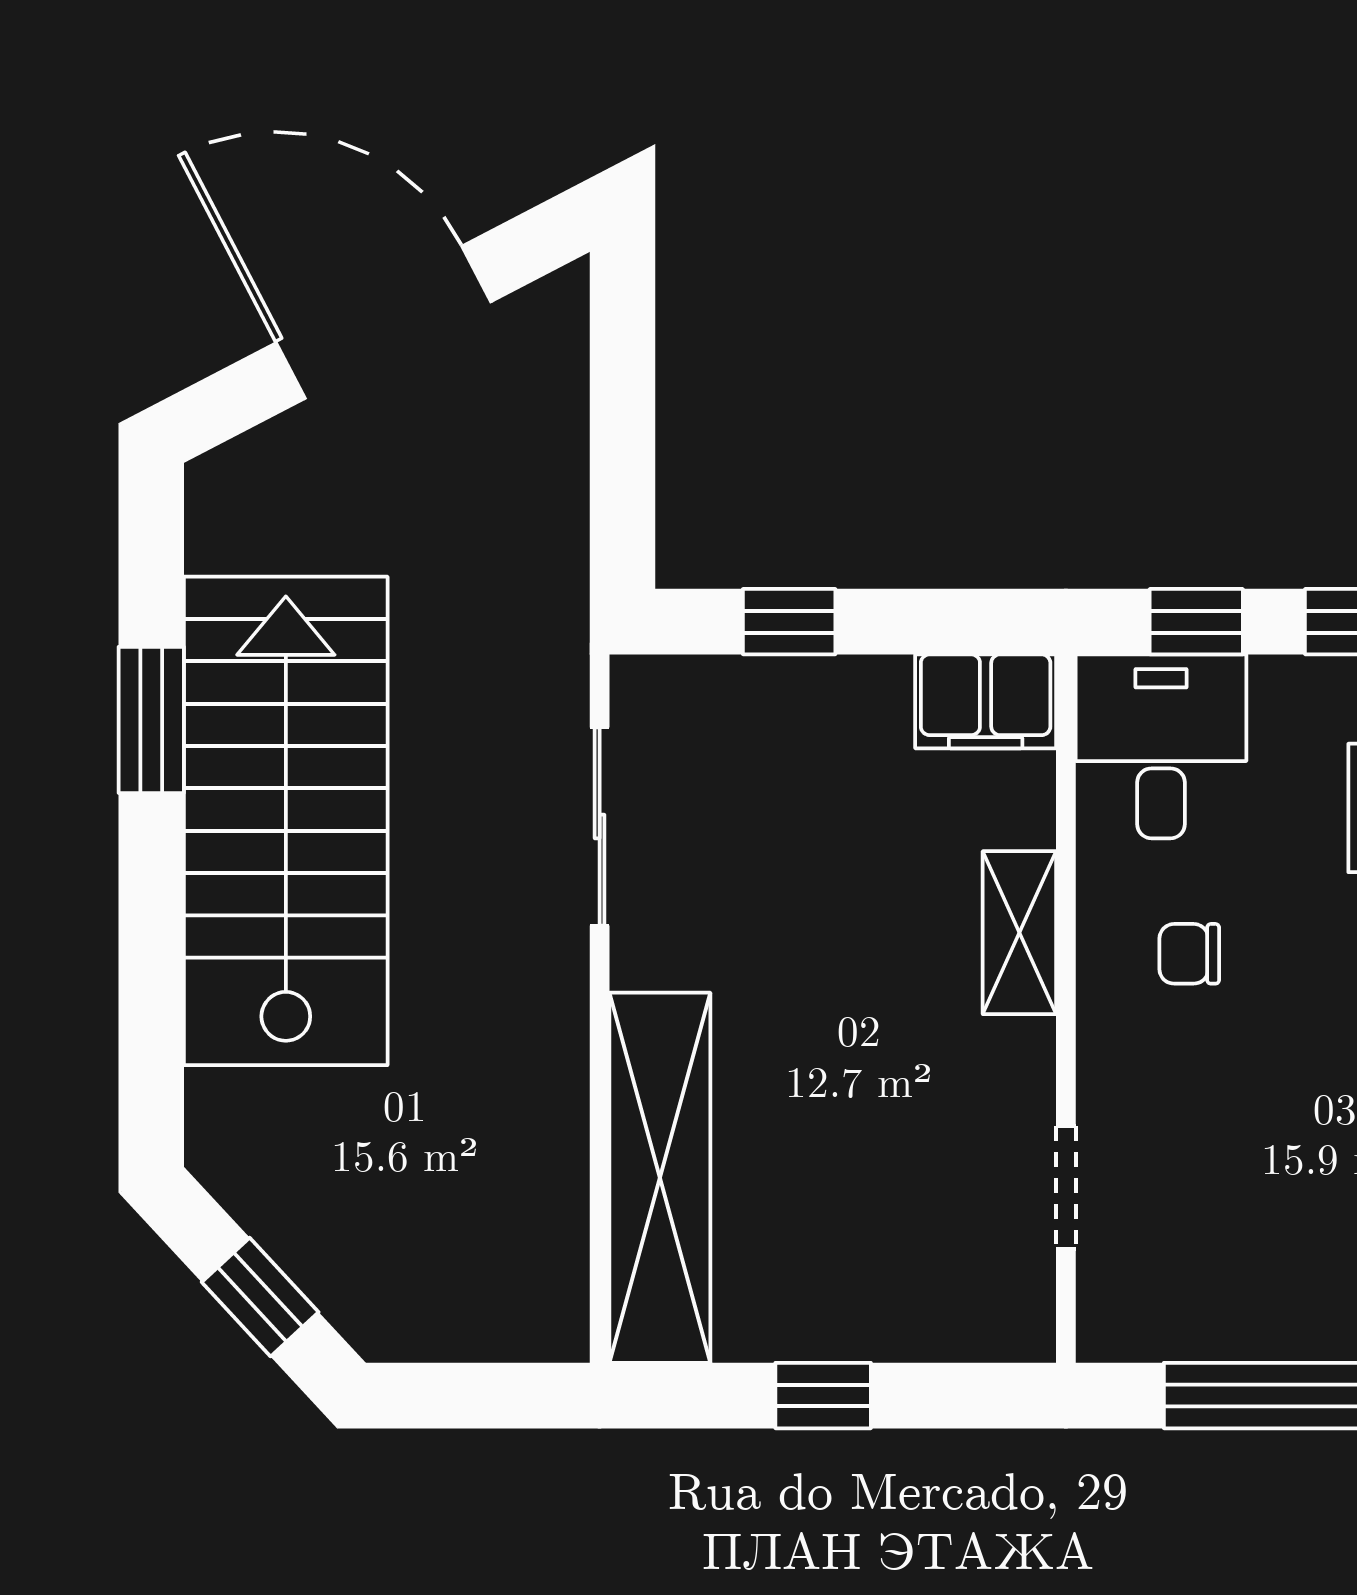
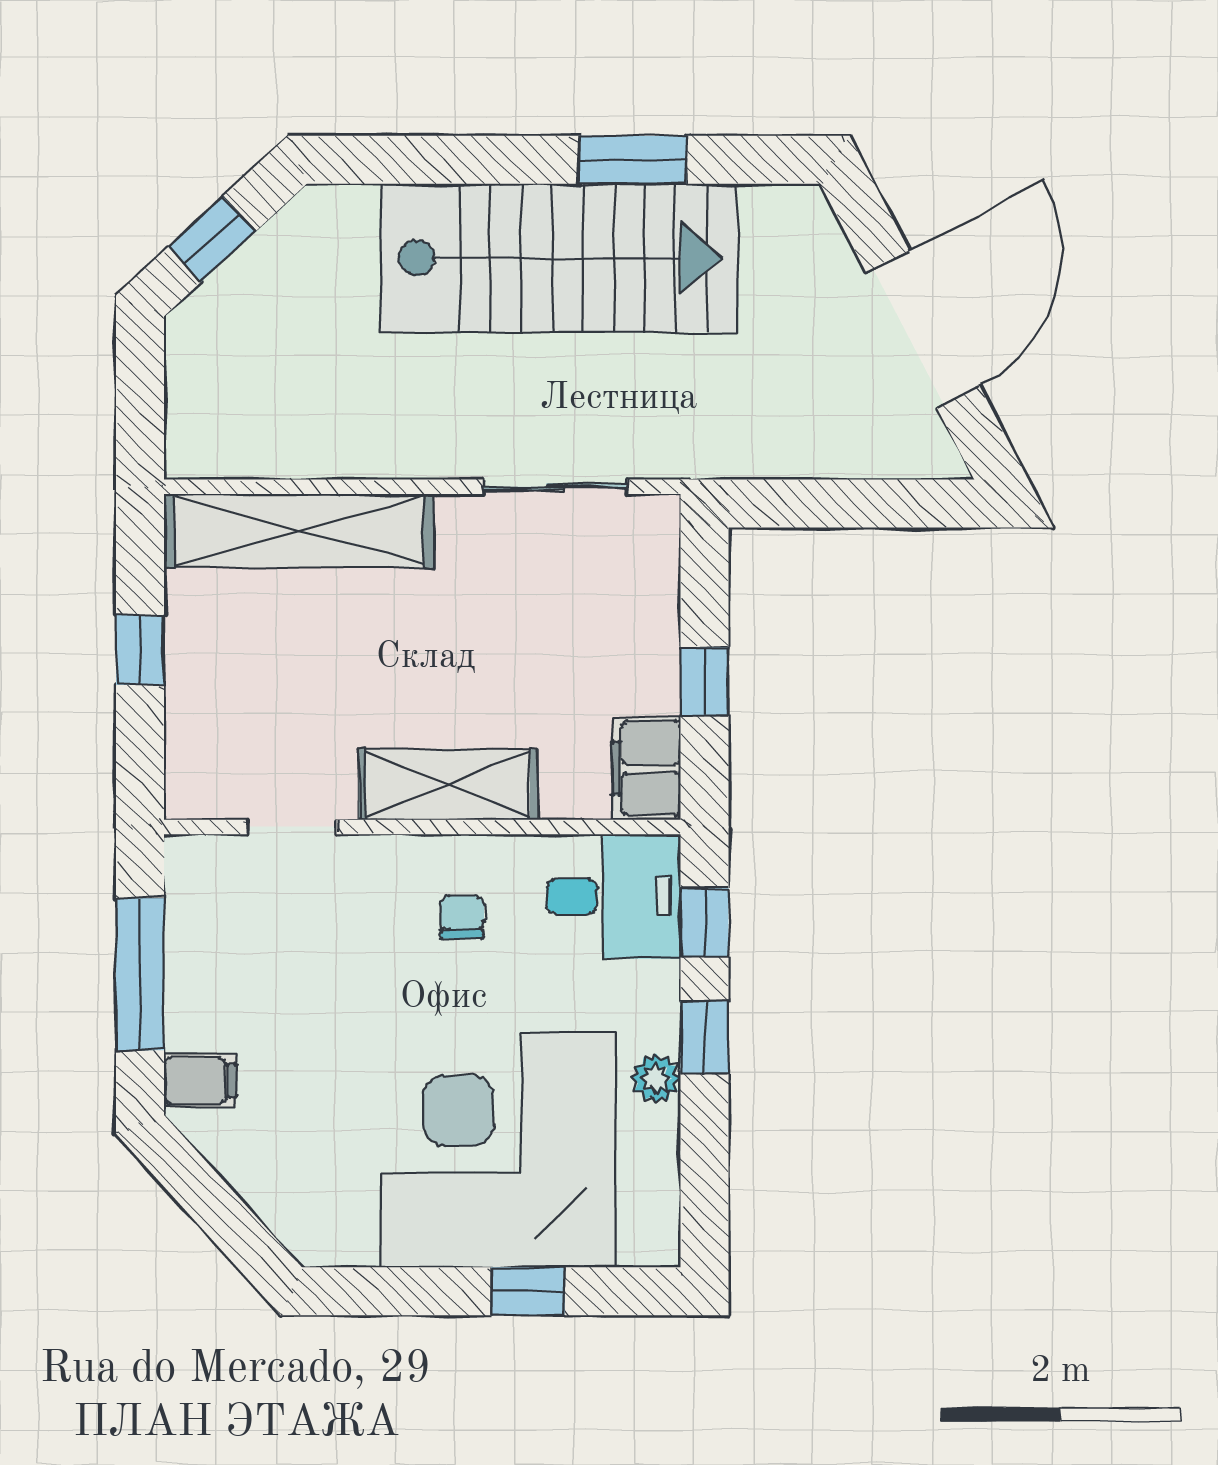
window: (789, 622) -> (705, 681), moved
shelving: (1019, 933) -> (448, 784), width x1.50, depth x1.33

